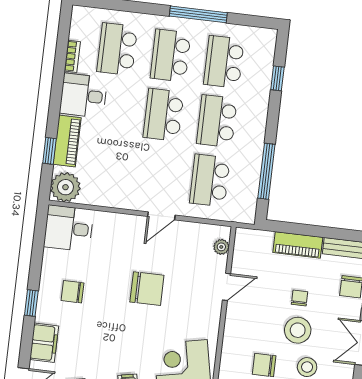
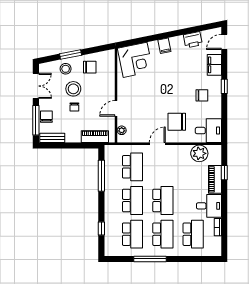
plant: (65, 187) -> (199, 153), moved
piano: (298, 245) -> (95, 137), moved
chair: (147, 289) -> (177, 122), moved

